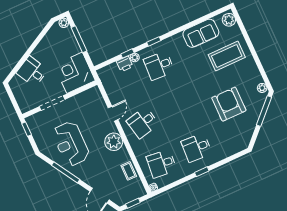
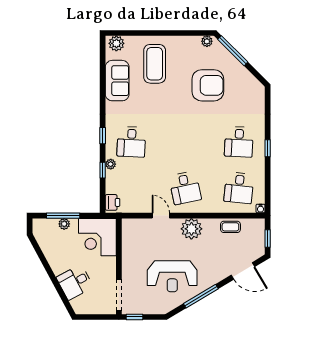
plant: (64, 23) -> (64, 224), moved
printer: (125, 64) -> (113, 202), moved
doorway: (52, 103) -> (119, 295), moved
armchair: (229, 104) -> (208, 85), turned 180

